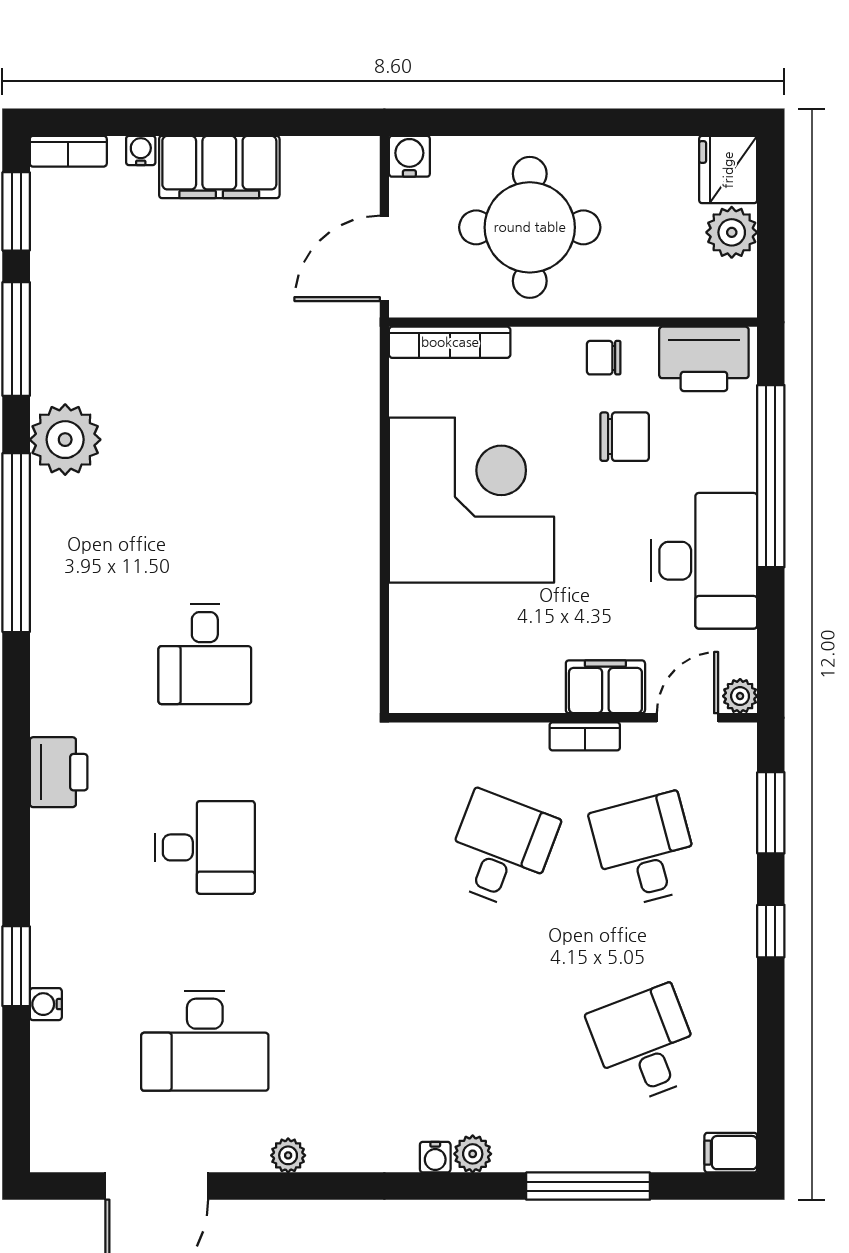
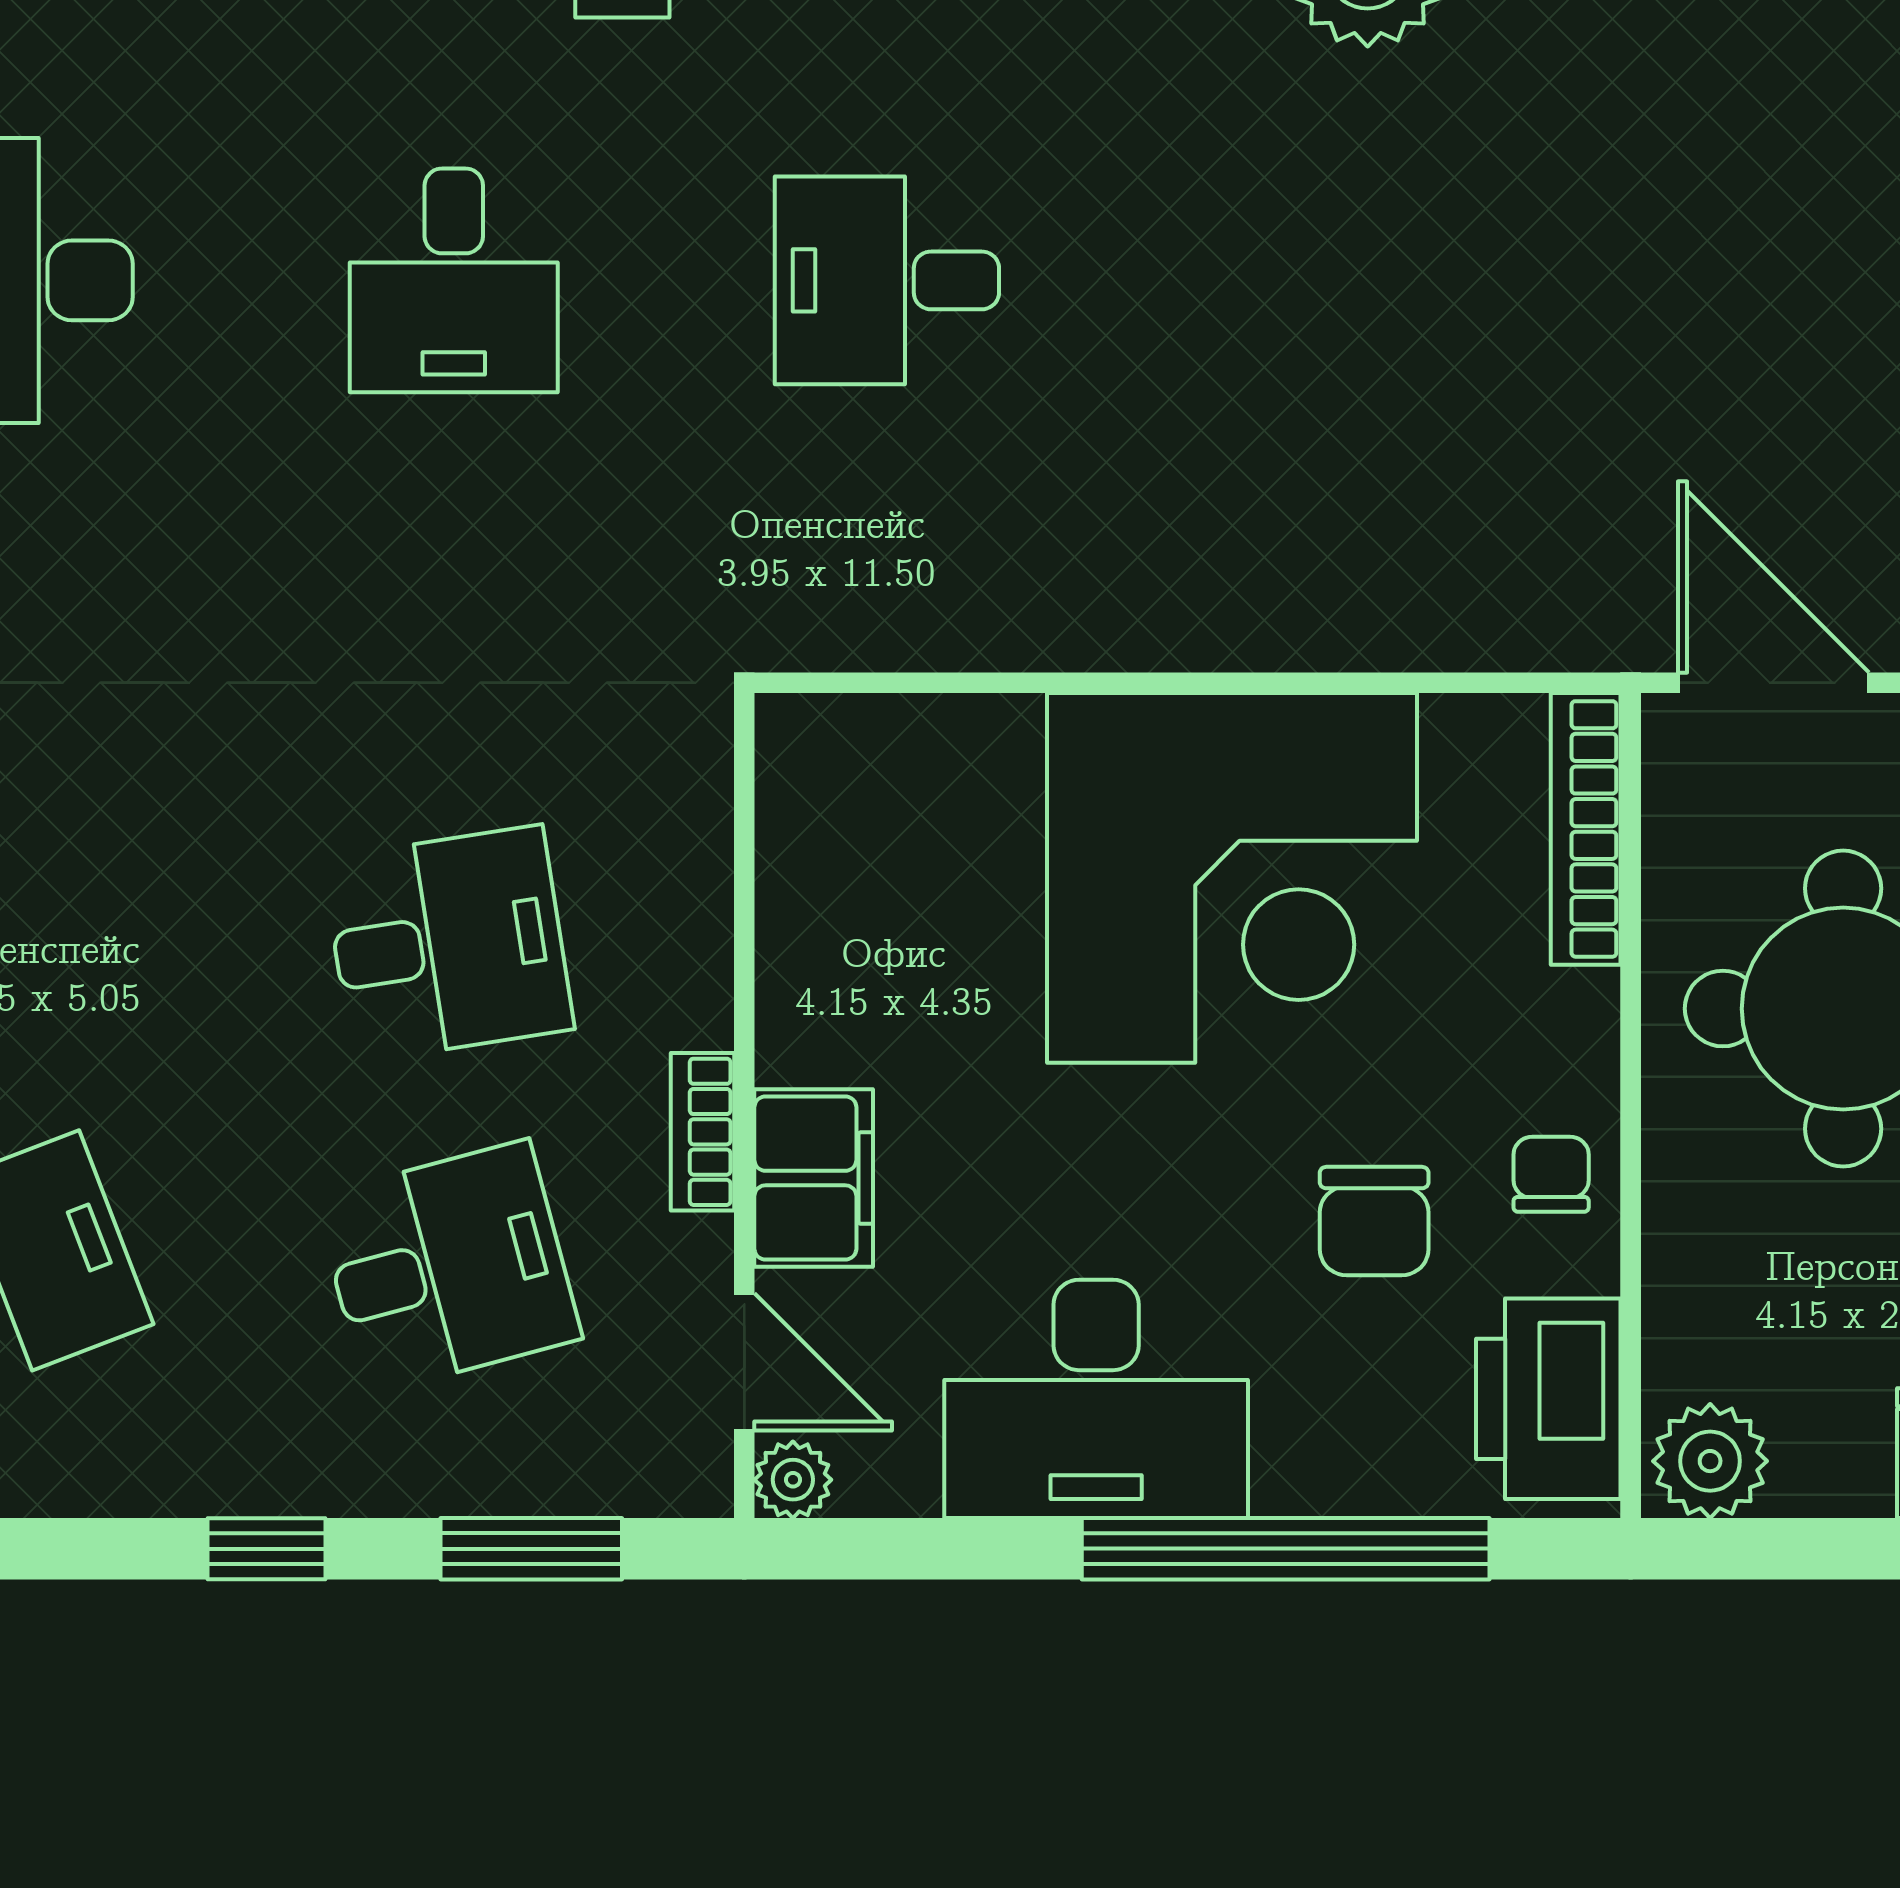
plant: (732, 232) -> (1710, 1461), moved
desk: (501, 850) -> (448, 944), turned -30

